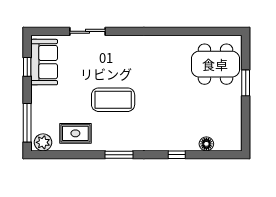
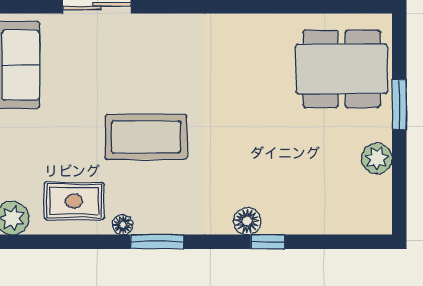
plant: (234, 111) -> (377, 158), added
floor lamp: (206, 144) -> (247, 221), moved
floor lamp: (101, 146) -> (123, 225), added

